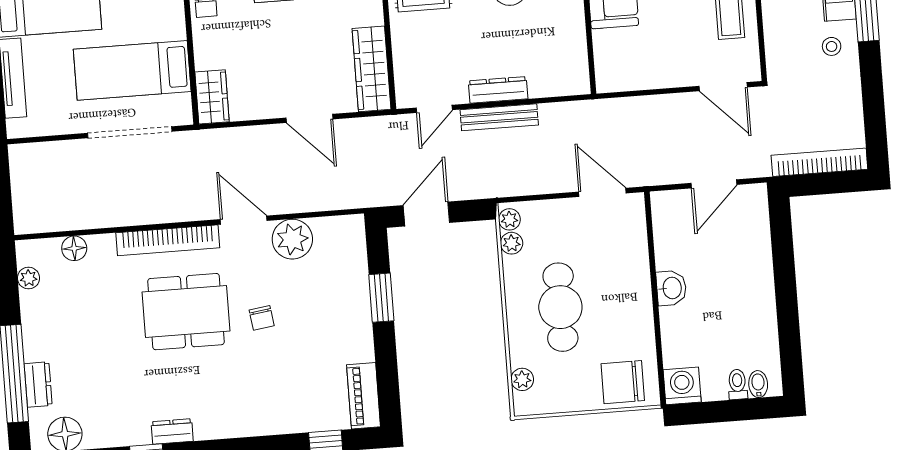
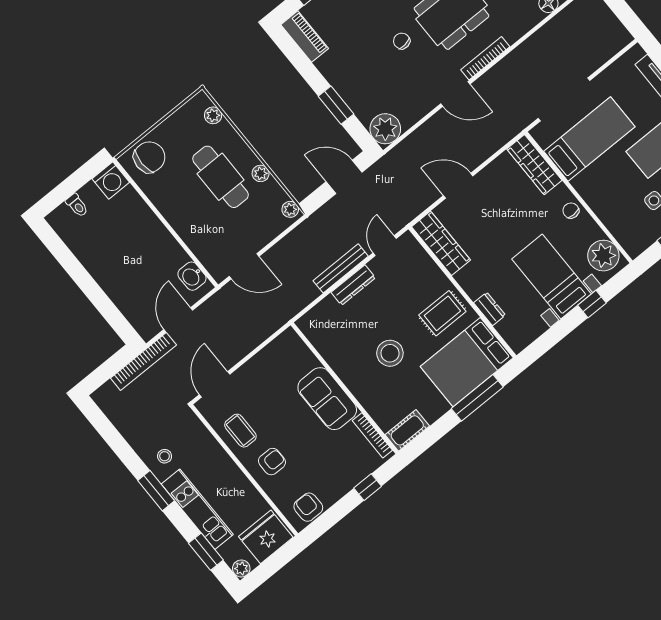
door: (723, 87) -> (215, 384), hinge flipped
wardrobe: (212, 97) -> (534, 165), width x1.50
bookcase: (819, 162) -> (143, 362), moved
door: (426, 214) -> (344, 177), swing flipped
plant: (292, 239) -> (385, 129), moved
bookcase: (168, 240) -> (485, 58), width x0.68, depth x0.76
plant: (512, 243) -> (261, 173), moved
washbasin: (671, 288) -> (192, 276), moved
bidet: (758, 384) -> (64, 214), removed

